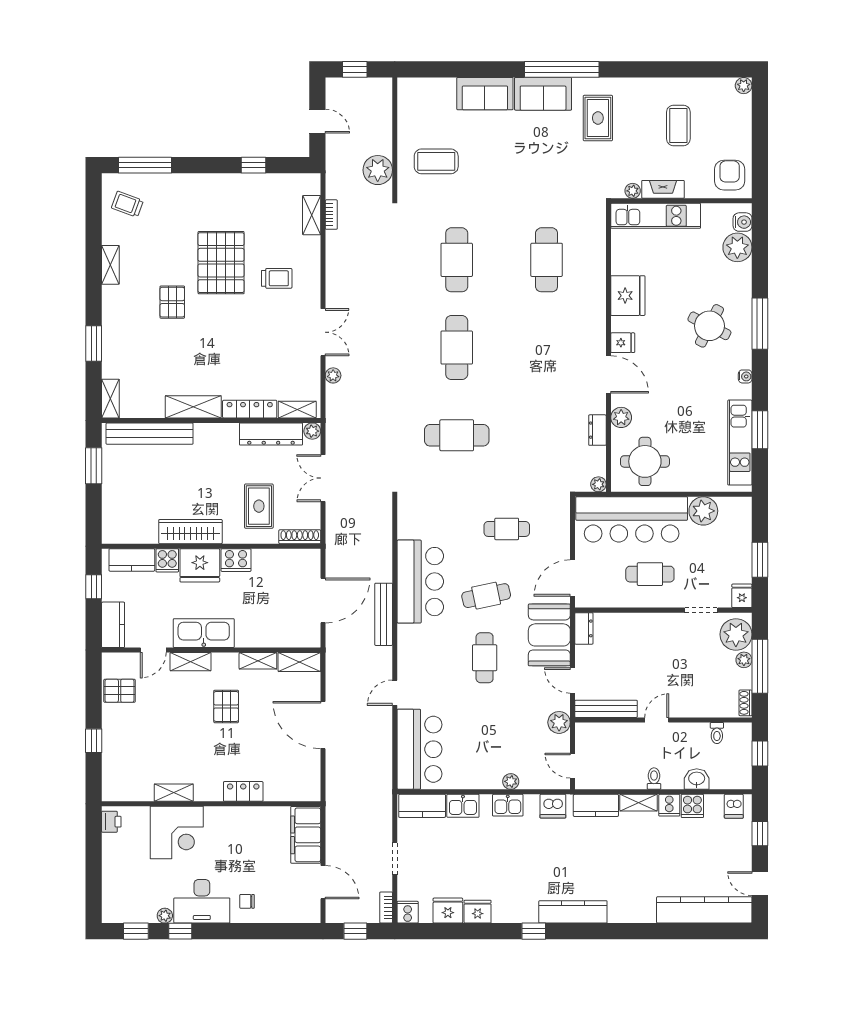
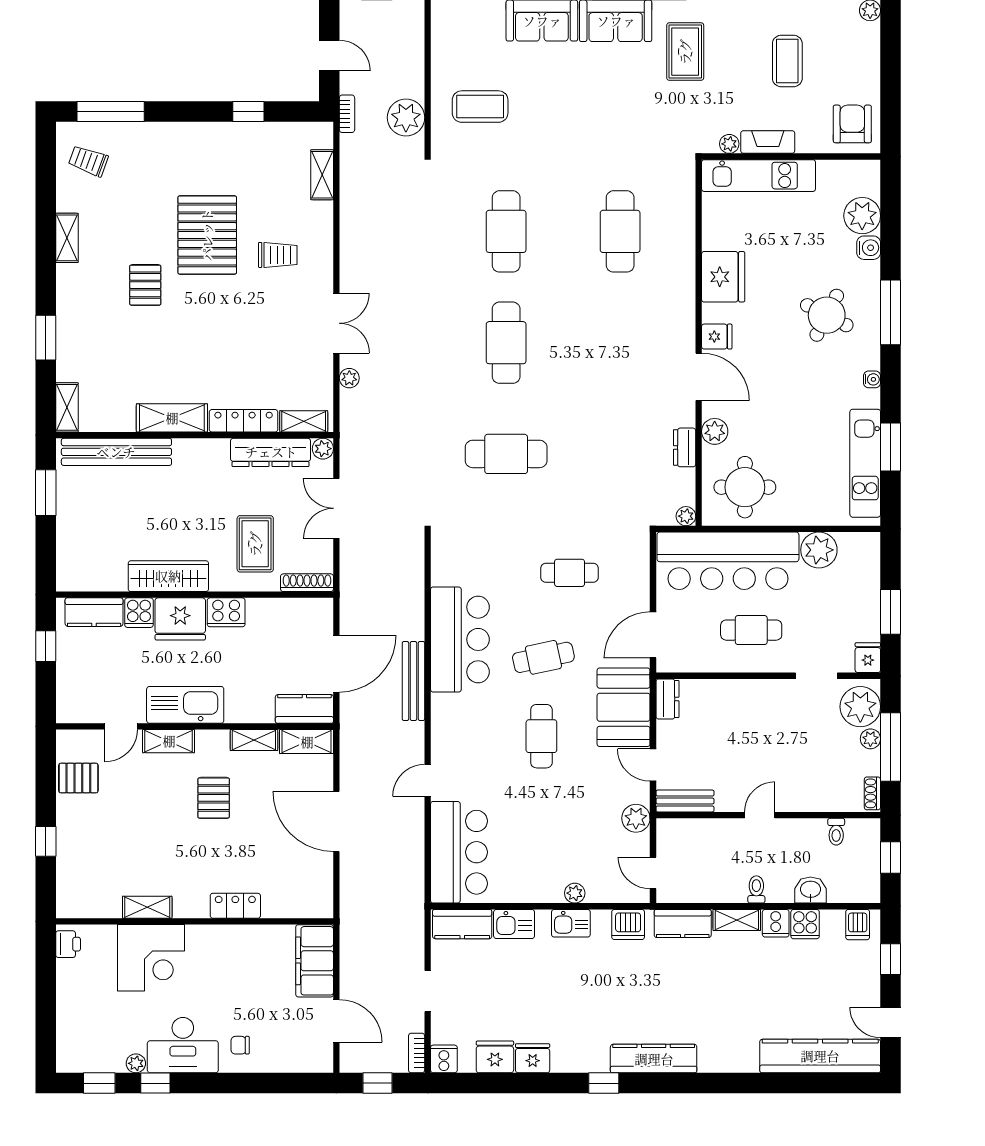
bookcase: (331, 215) -> (347, 114), moved
water cooler: (743, 222) -> (869, 248), moved
kitchen counter: (113, 625) -> (304, 709), moved, turned -90
bench: (606, 709) -> (685, 801), width x0.73

